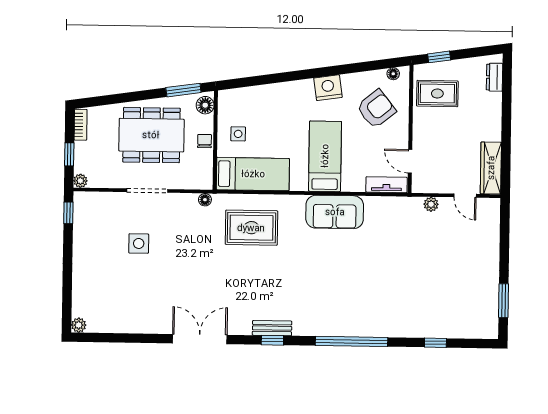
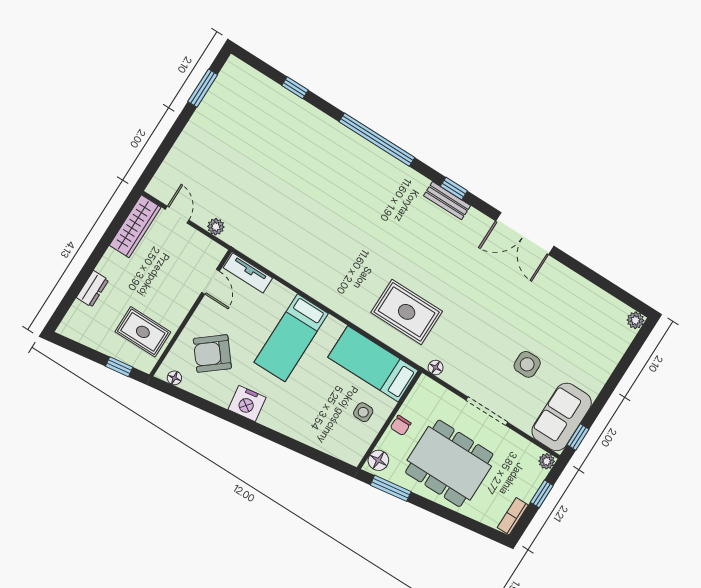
dresser: (494, 77) -> (92, 289), moved
sofa: (335, 212) -> (562, 417), moved, turned -90

